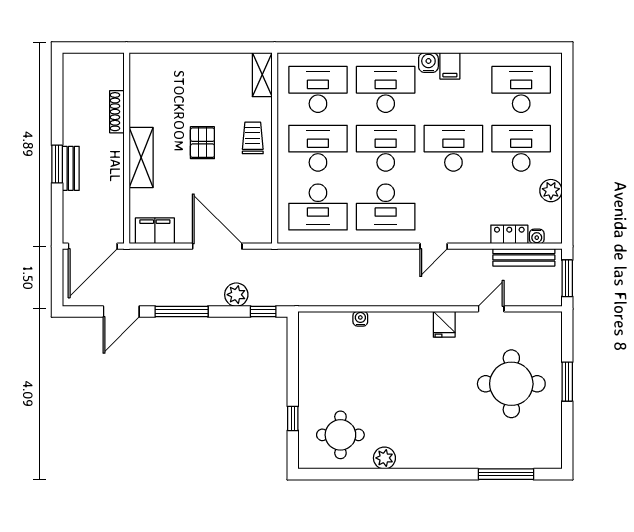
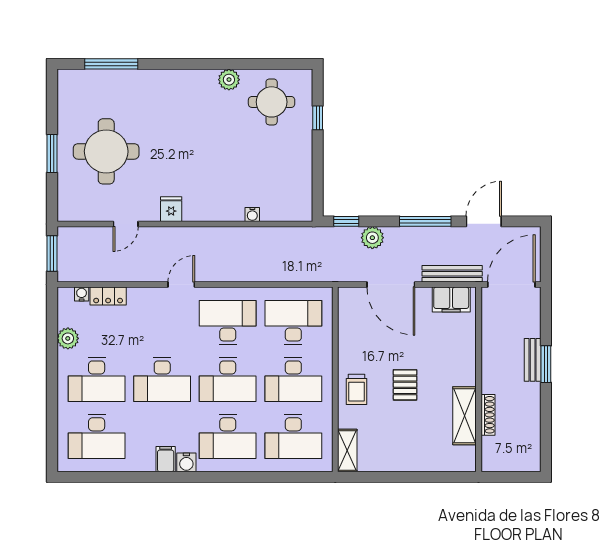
shelving: (141, 157) -> (465, 416), moved
bench: (524, 257) -> (452, 274), moved

